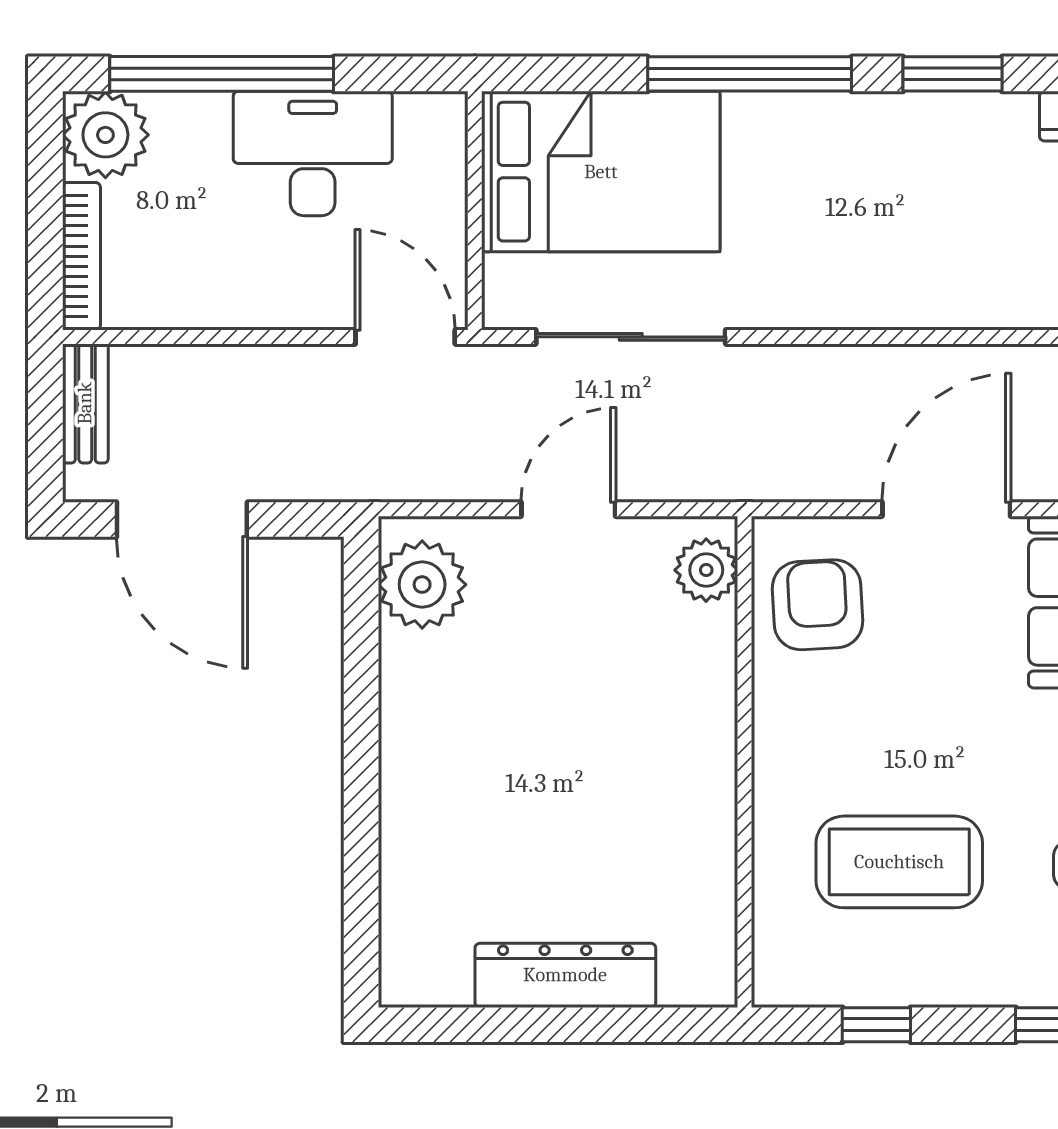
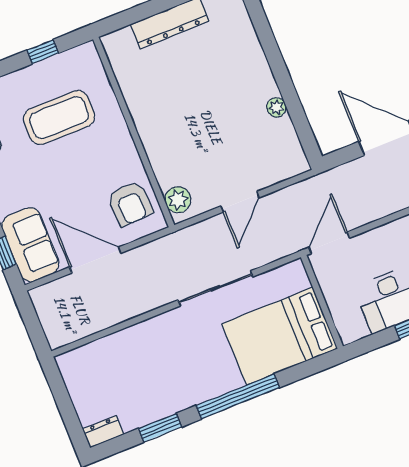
door: (405, 337) -> (329, 243), swing flipped
sliding door: (631, 337) -> (215, 288), moved
door: (946, 509) -> (95, 260), swing flipped
plant: (422, 585) -> (276, 107), moved, width x0.53, depth x0.53

